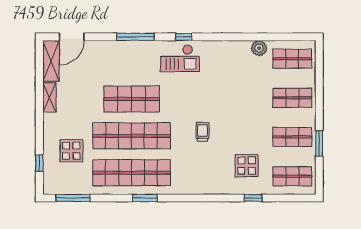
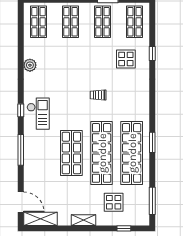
plant: (259, 48) -> (30, 65), moved
shelving: (49, 97) -> (83, 220), moved

